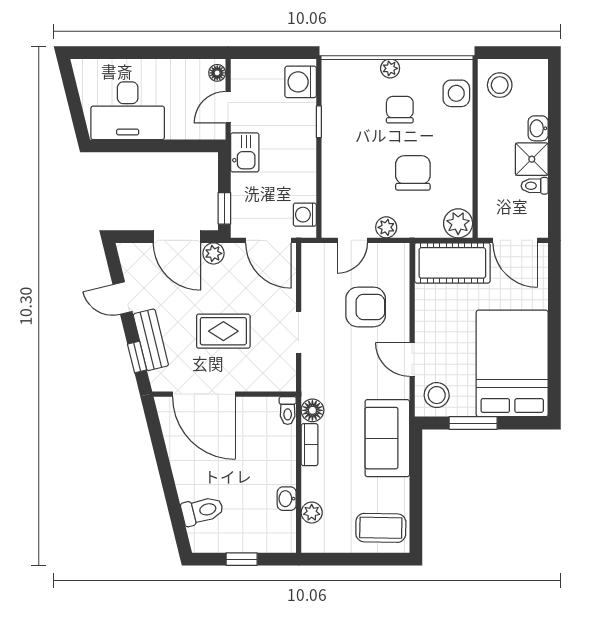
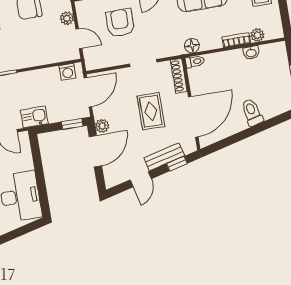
shoe rack: (270, 383) -> (179, 76), added
bookcase: (310, 445) -> (236, 40), moved
toilet: (202, 511) -> (252, 112), moved

